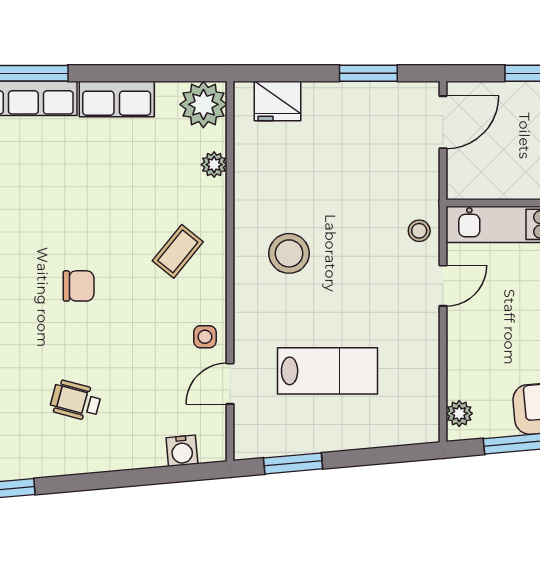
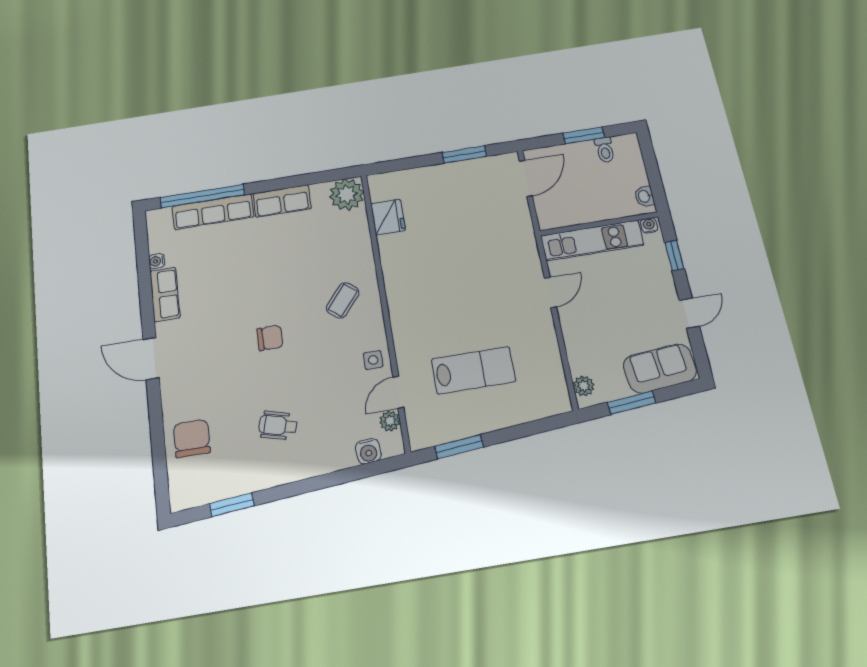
fridge: (278, 101) -> (388, 217), moved, turned -90
plant: (214, 165) -> (390, 421), moved
stool: (419, 231) -> (524, 256), removed
stool: (289, 253) -> (428, 288), removed

